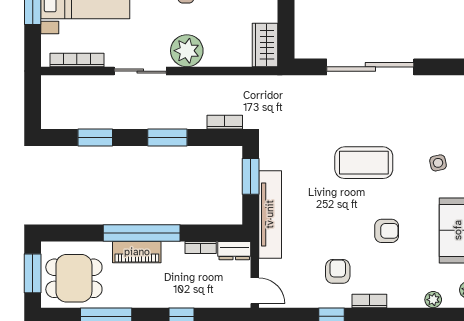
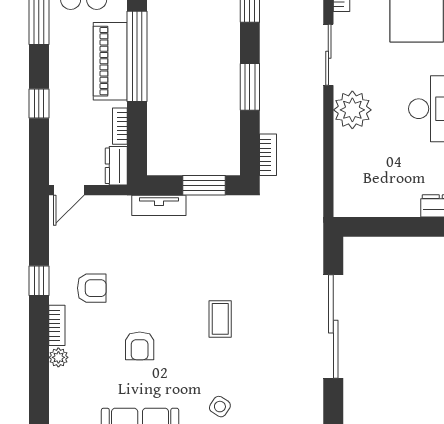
wardrobe: (265, 45) -> (359, 202), removed
coffee table: (364, 163) -> (220, 319), width x0.54, depth x0.58
side table: (438, 163) -> (220, 407), turned 45
tv unit: (270, 214) -> (159, 205), width x0.52, depth x0.78
piano: (137, 252) -> (110, 61), width x1.37, depth x1.33
plant: (433, 300) -> (58, 357), moved

